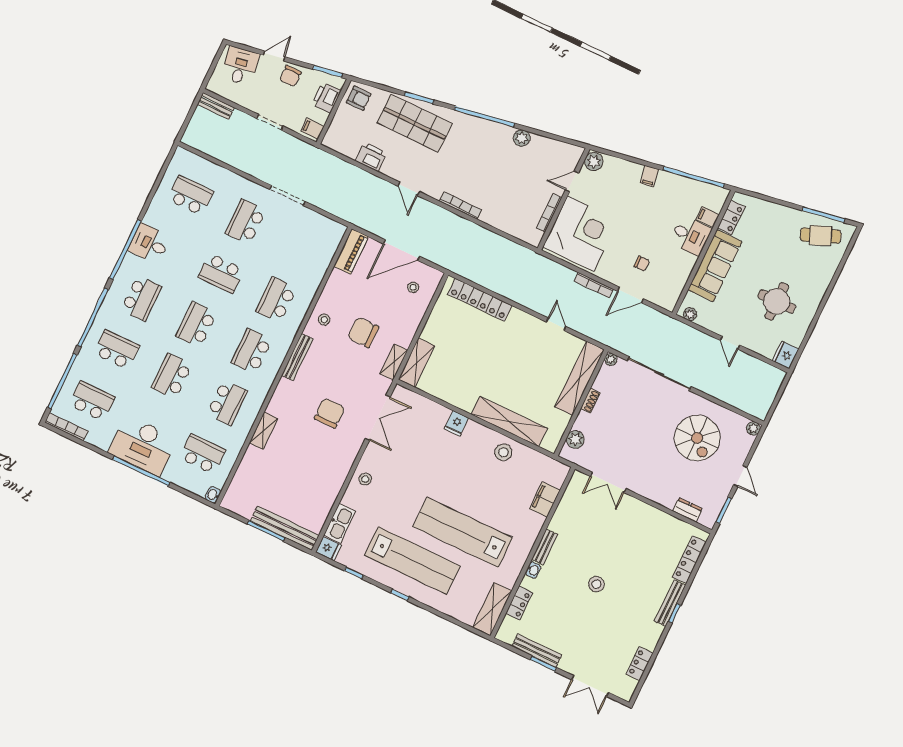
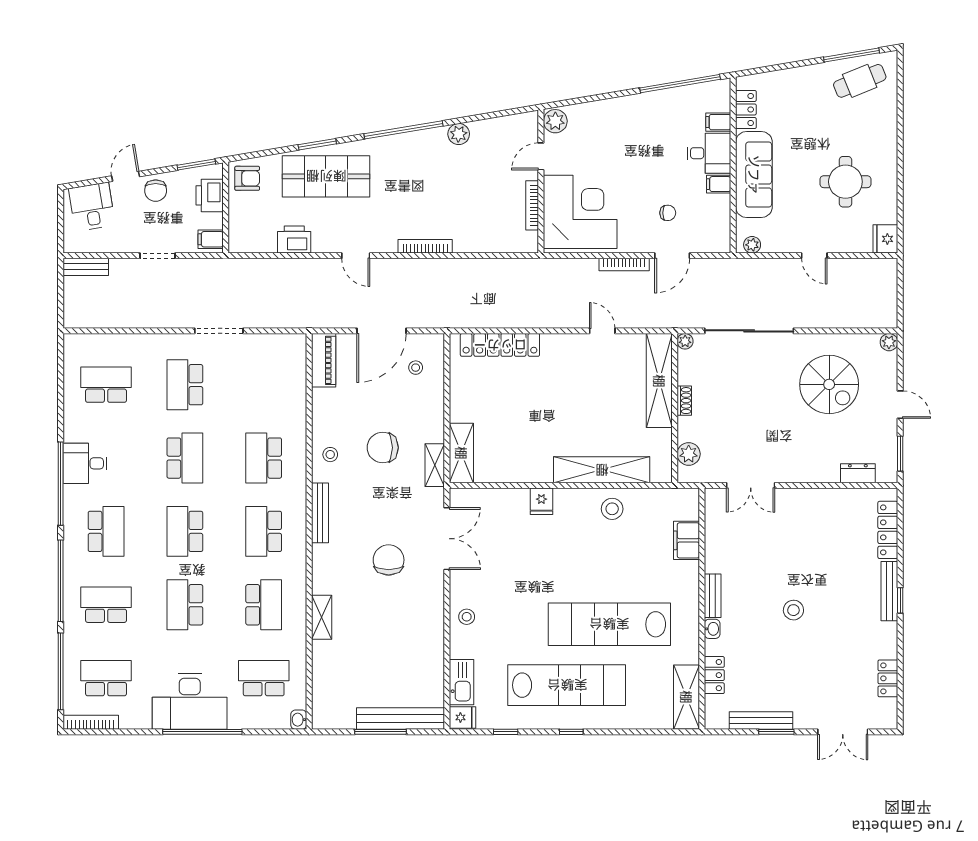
filing cabinet: (649, 176) -> (719, 184), moved, turned 99
school desk: (221, 273) -> (185, 458), turned -90

